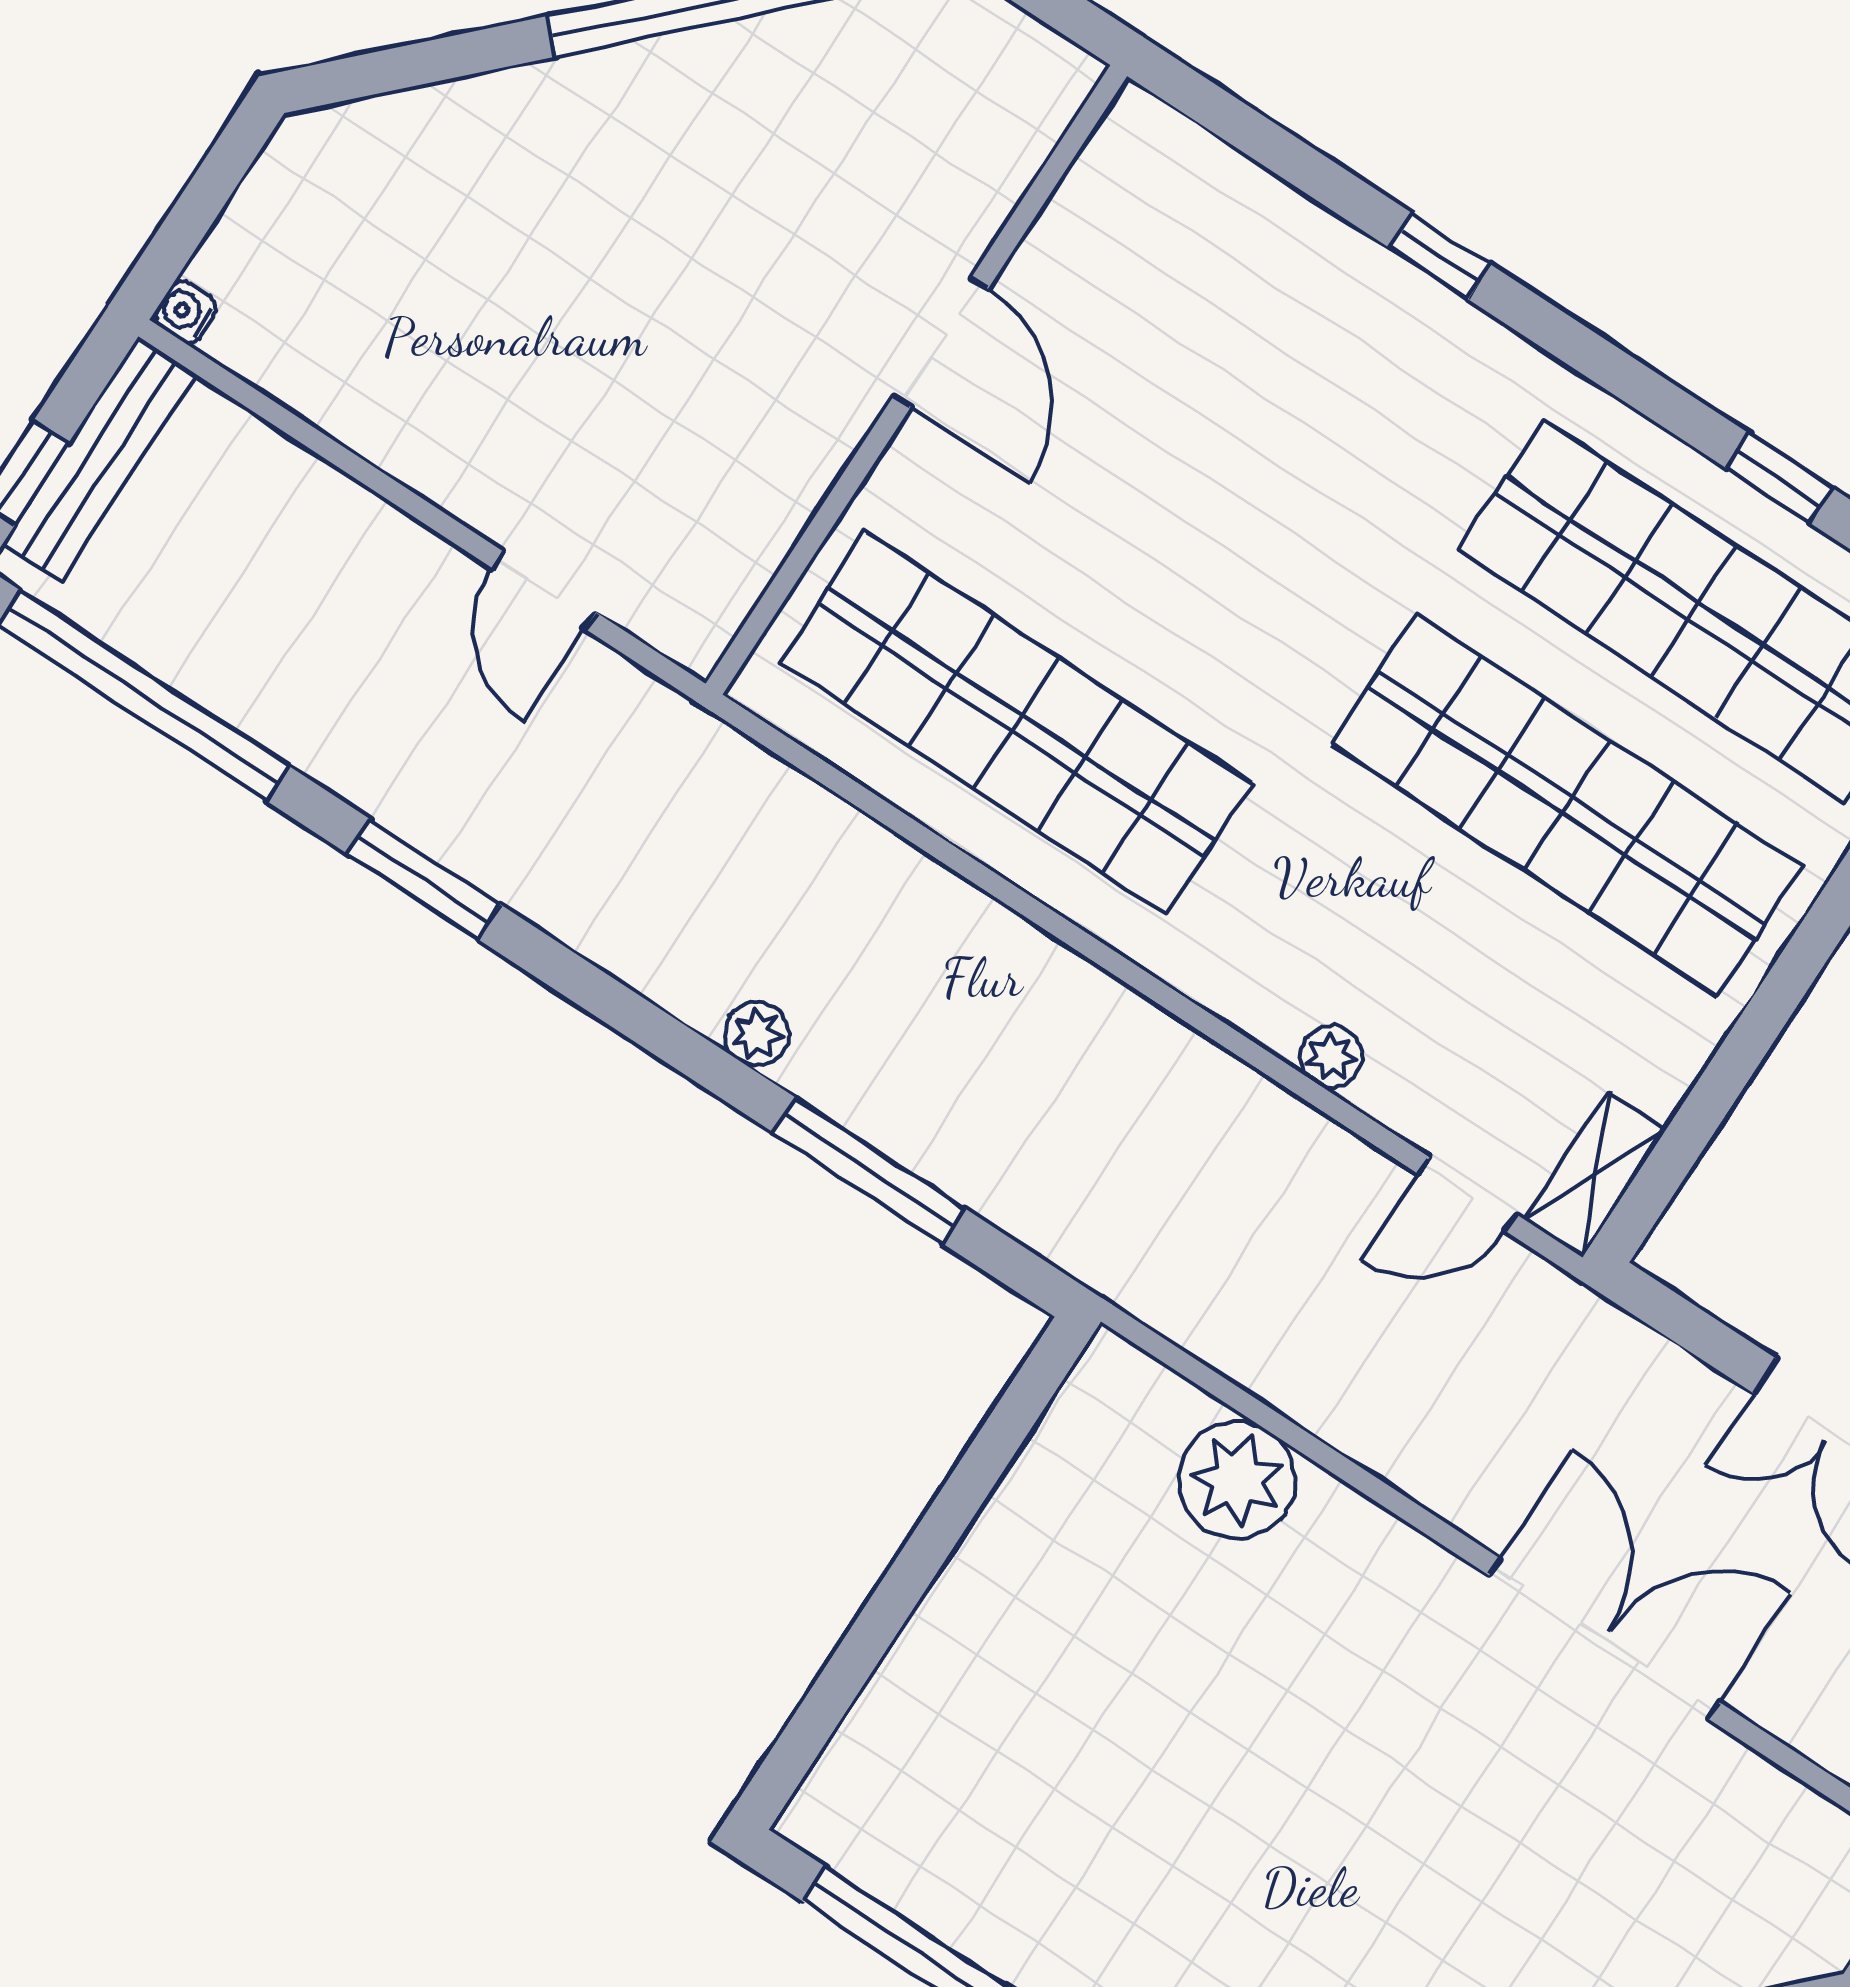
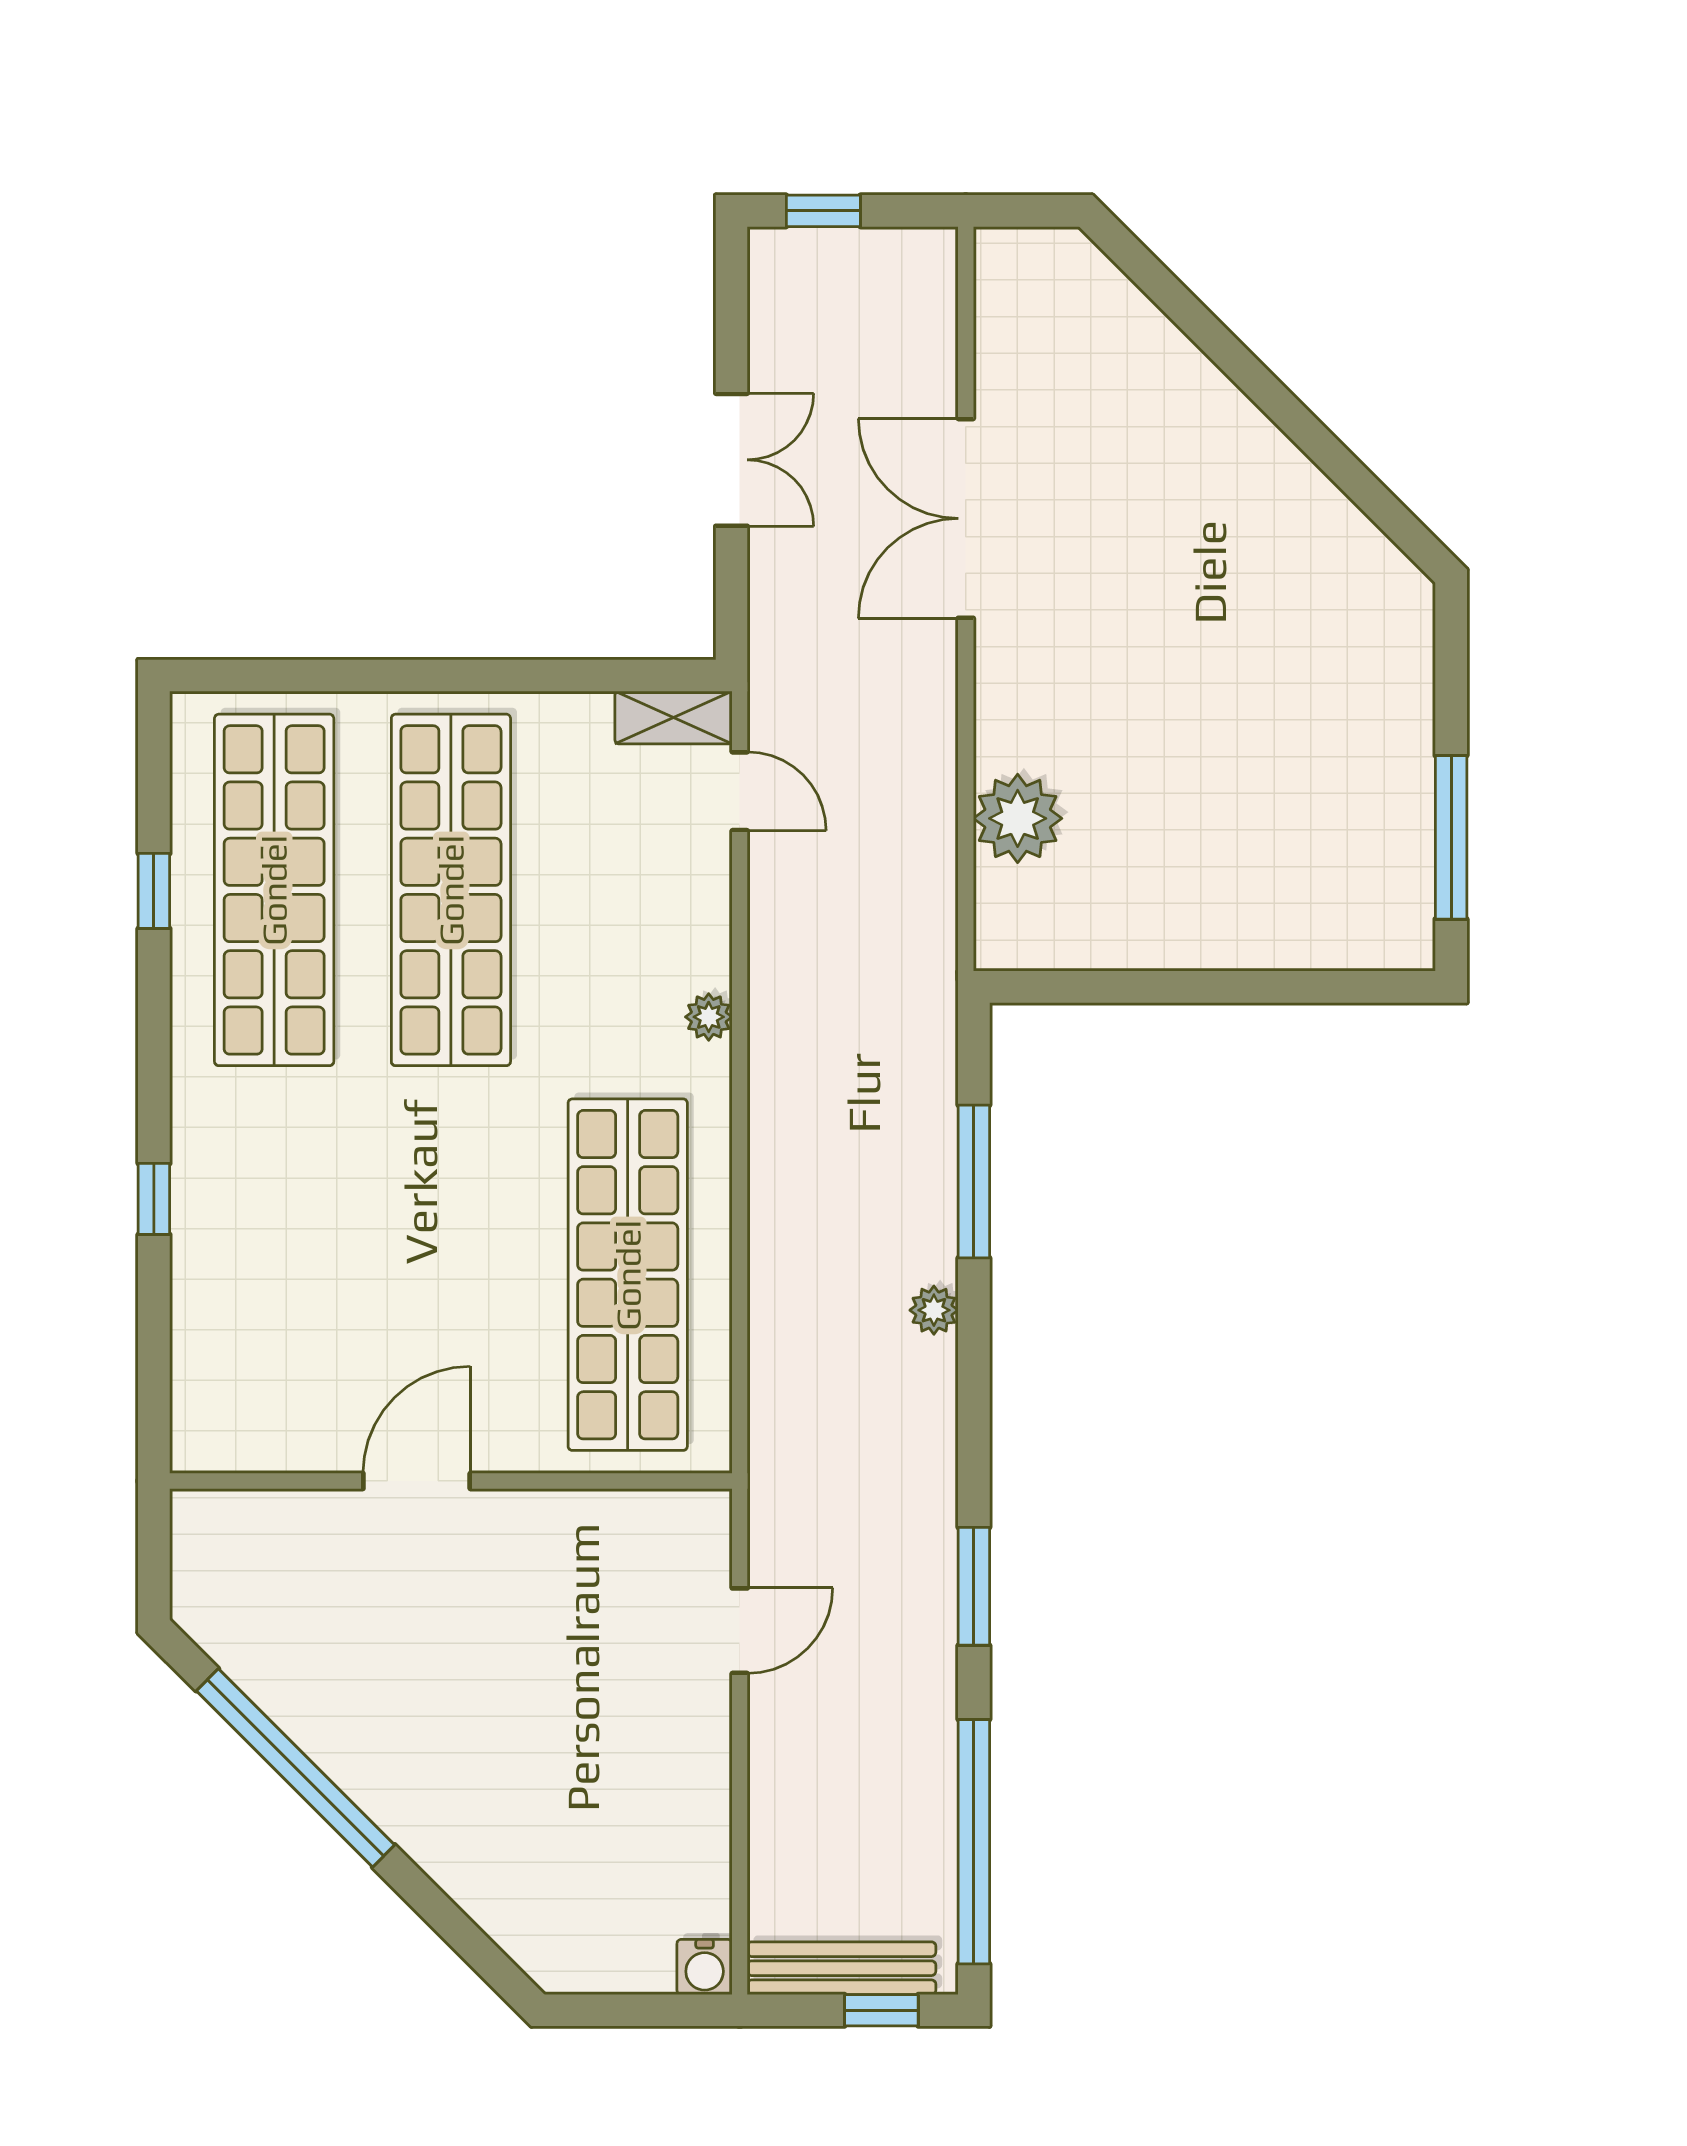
water cooler: (185, 312) -> (705, 1967), width x1.38, depth x1.38
plant: (1331, 1056) -> (709, 1017), moved

